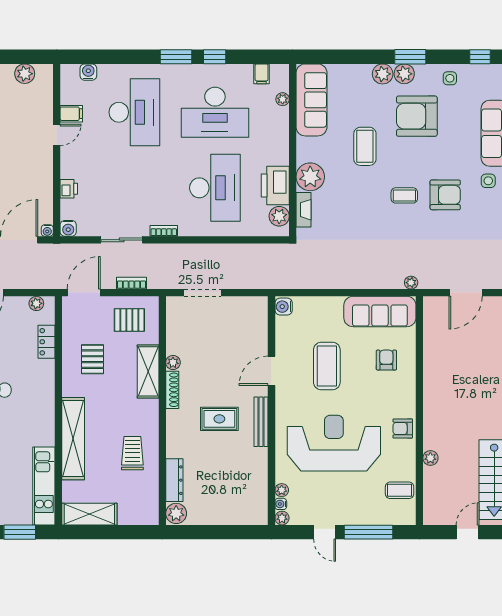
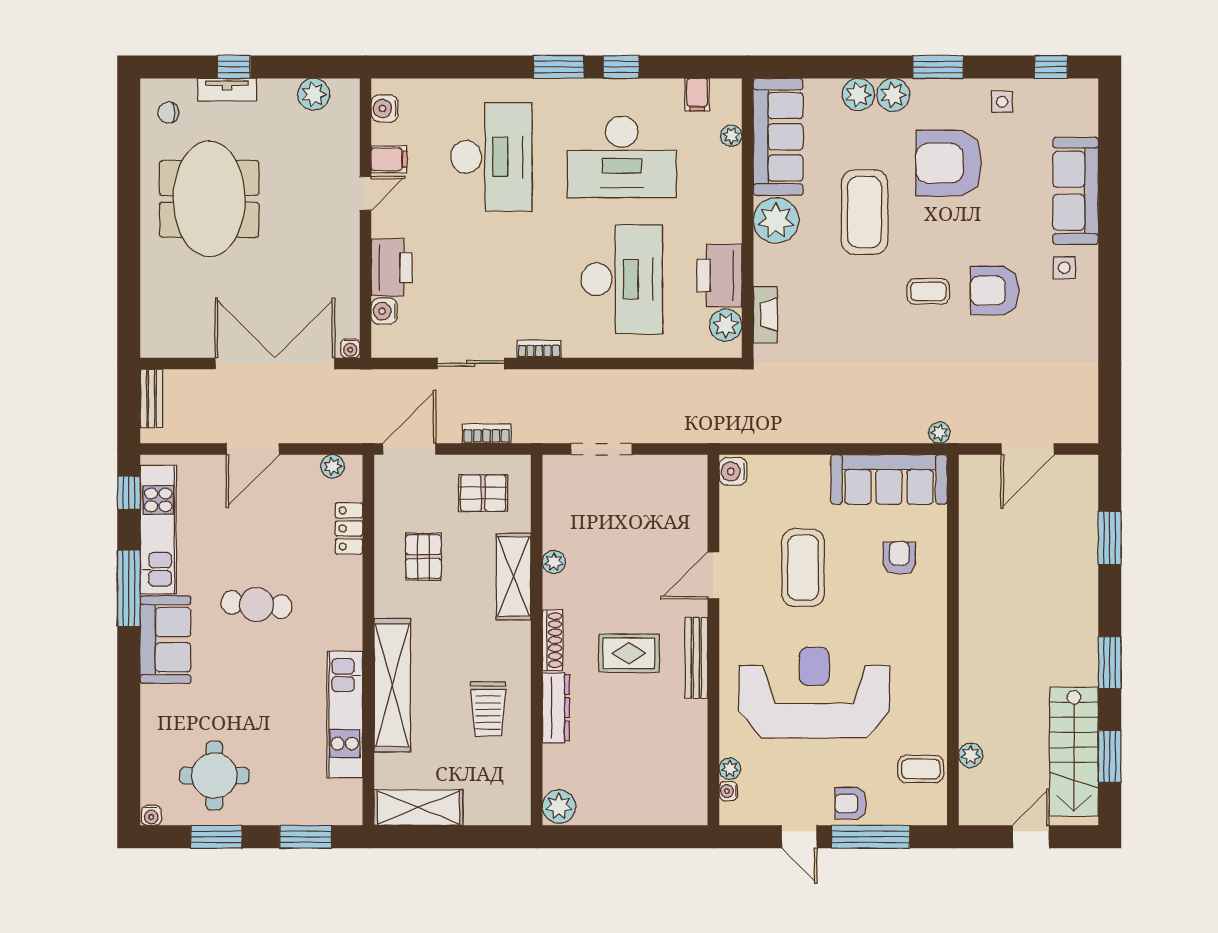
water cooler: (88, 72) -> (385, 108), moved, turned -90
plant: (404, 74) -> (858, 95), moved
coffee table: (365, 146) -> (865, 212), width x1.36, depth x1.32
plant: (310, 177) -> (776, 220), moved
printer: (69, 189) -> (392, 267), width x1.87, depth x1.48
armchair: (445, 195) -> (995, 291), turned 180
water cooler: (68, 228) -> (384, 311), moved, turned 90
shoe rack: (172, 390) -> (553, 640), moved
armchair: (403, 428) -> (851, 803), moved
trolley: (132, 453) -> (488, 709), turned 180
plant: (430, 458) -> (971, 755), moved
dresser: (174, 480) -> (556, 708), moved
kitchen unit: (44, 486) -> (345, 714), moved
plant: (282, 518) -> (730, 814), removed

